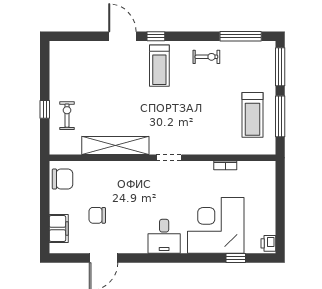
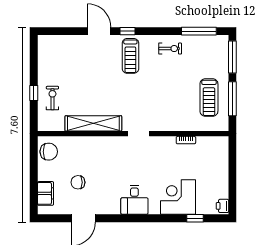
corner desk: (216, 225) -> (178, 197), width x0.74, depth x0.74

